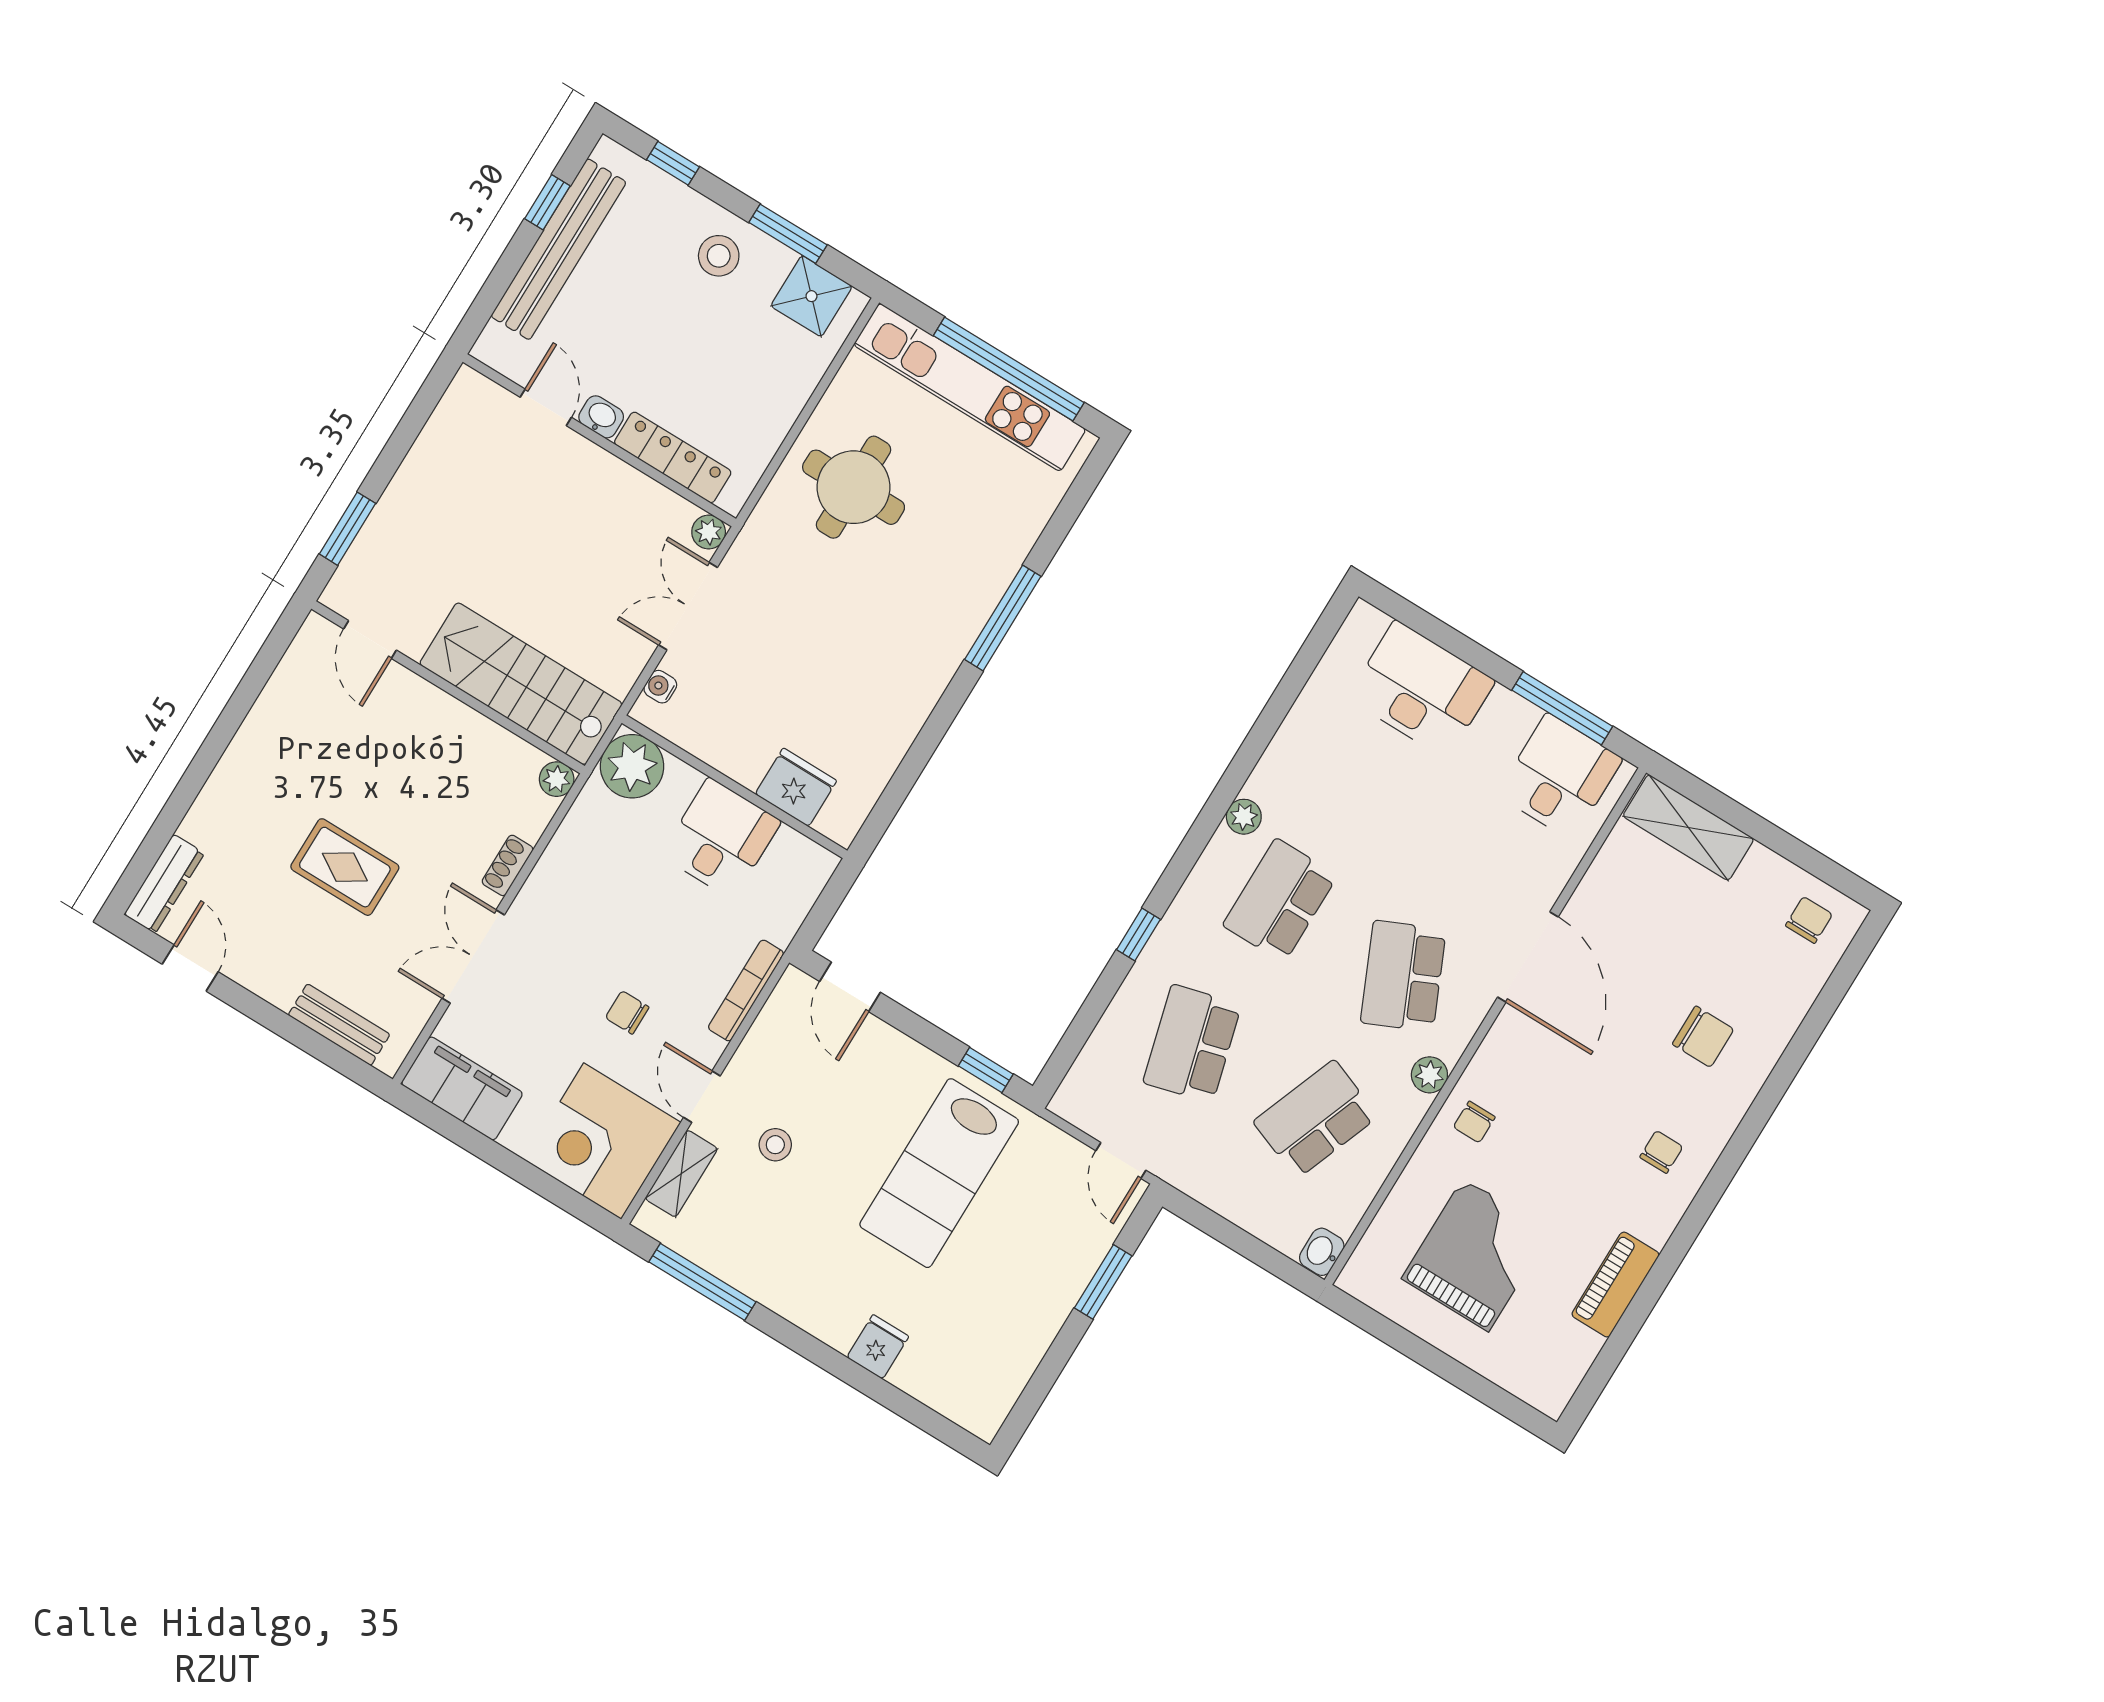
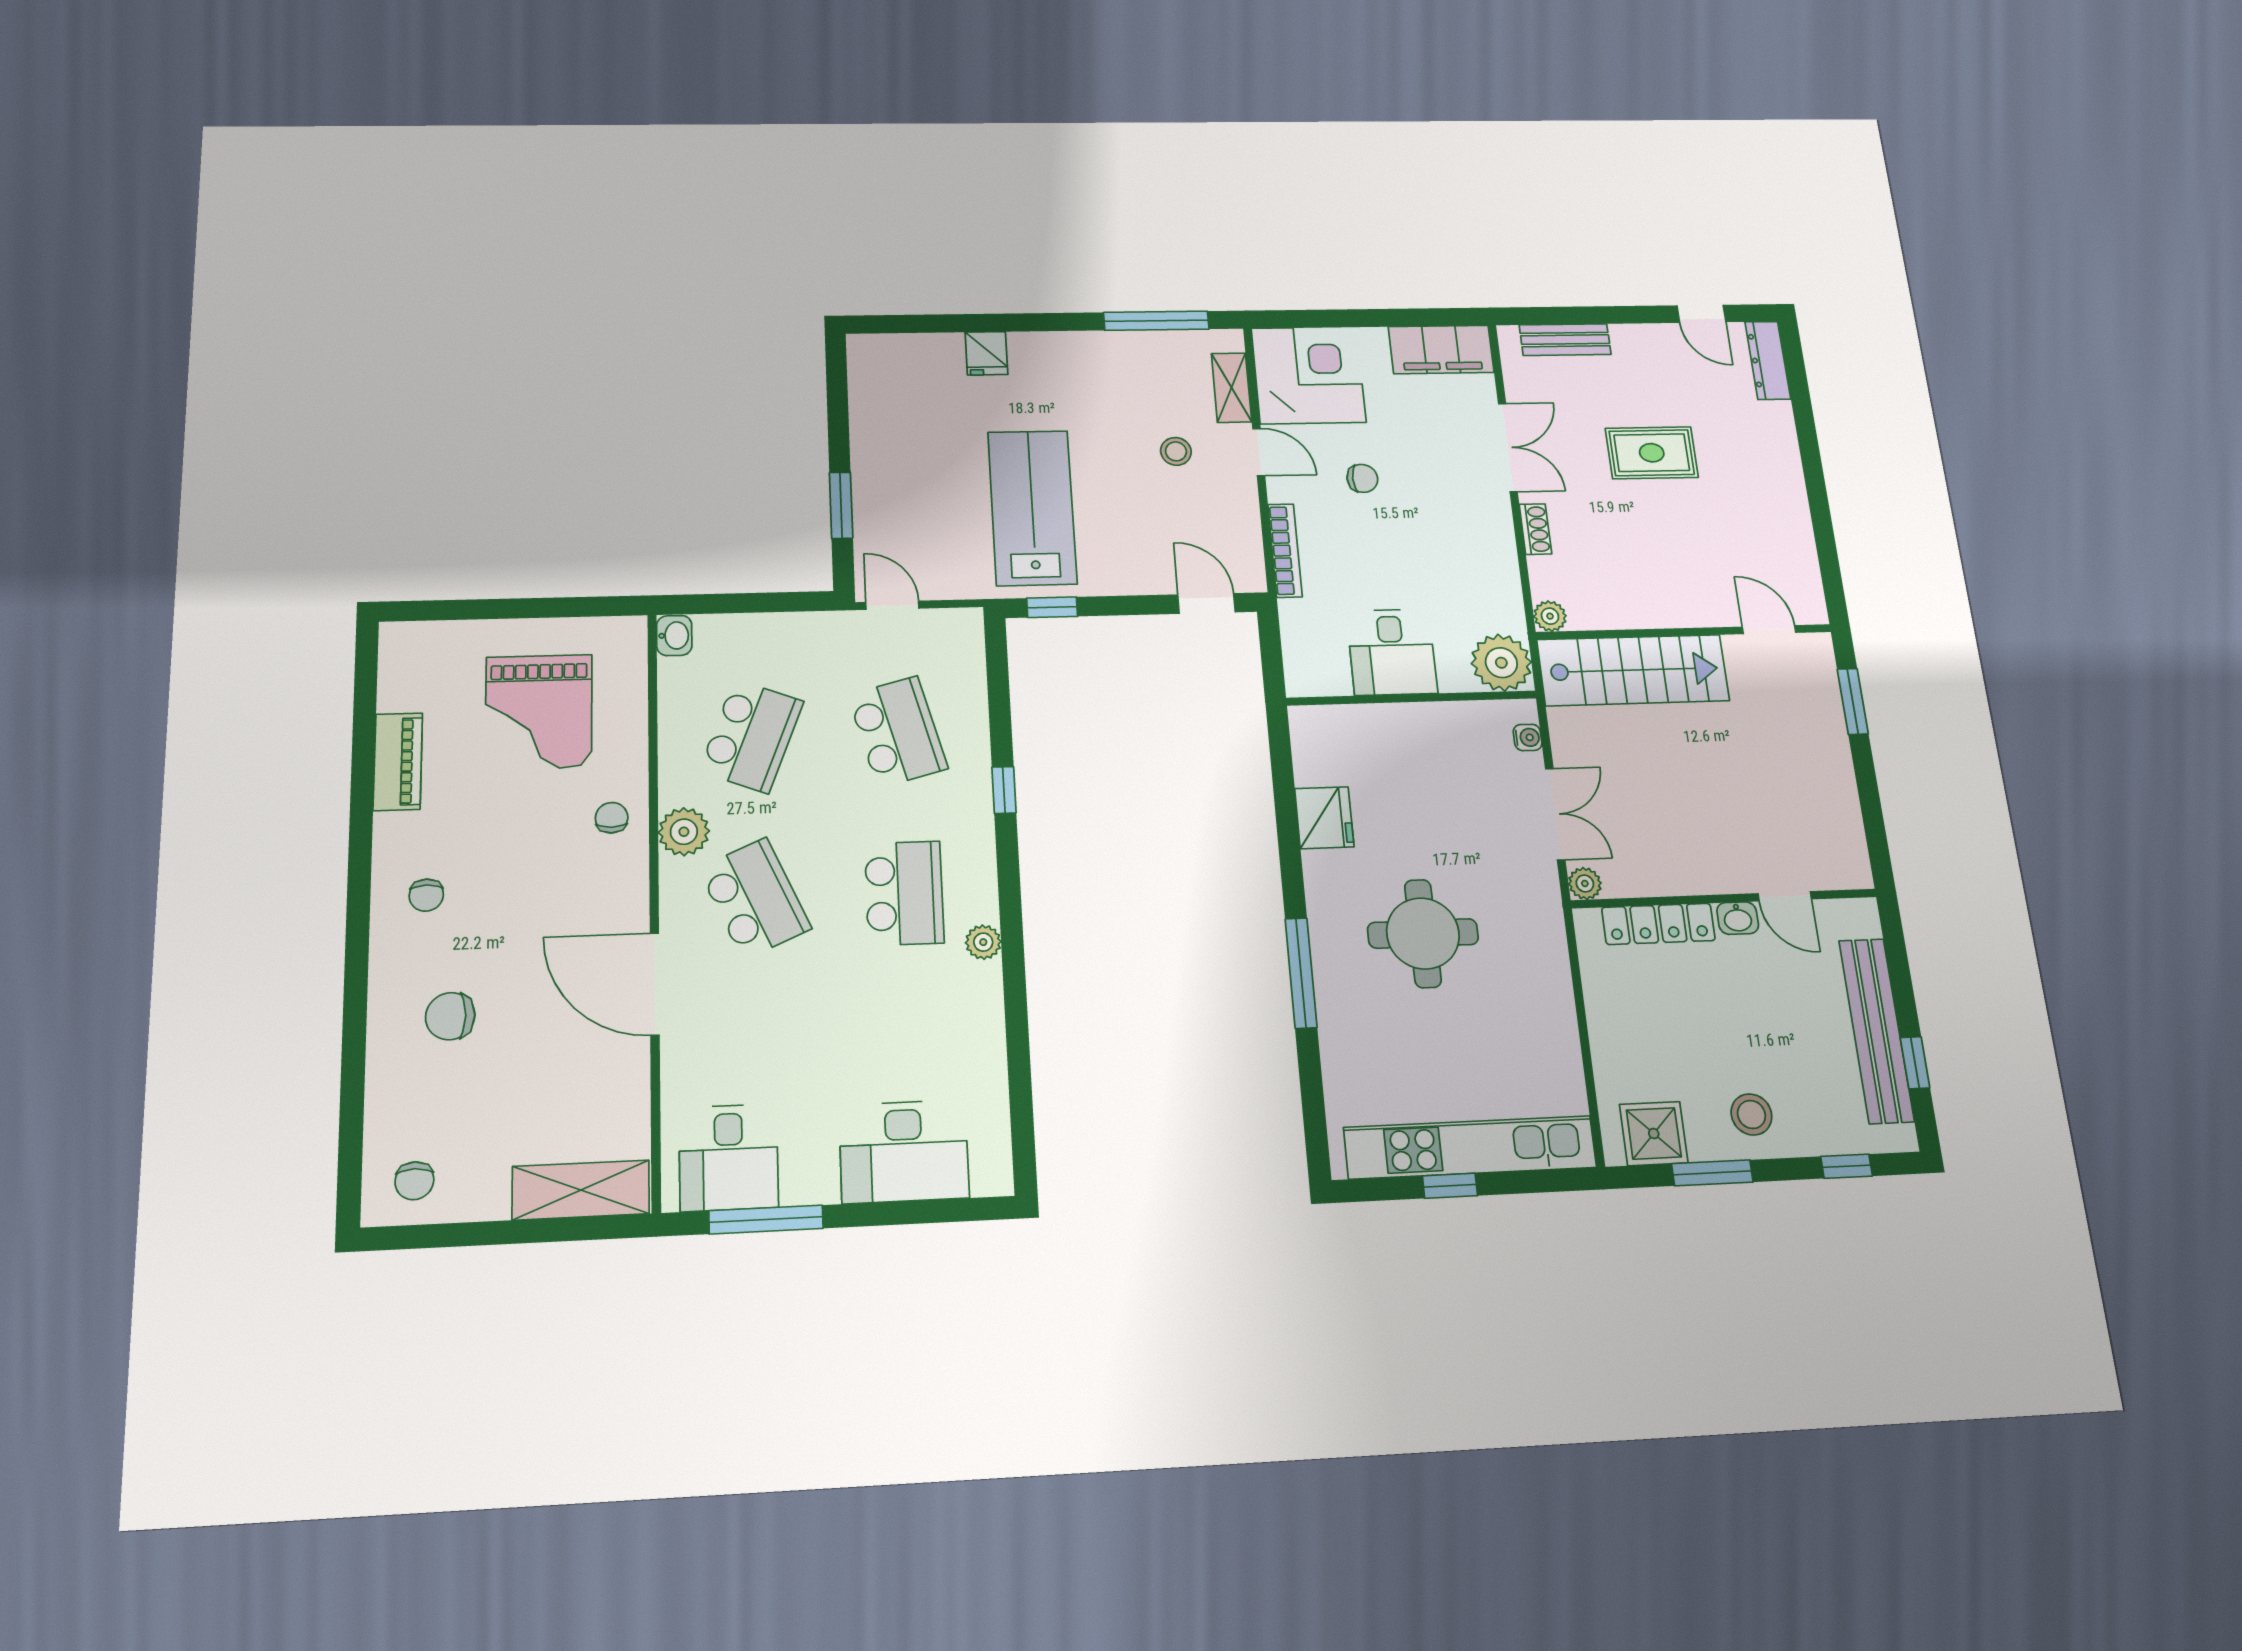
window: (1009, 369) -> (1450, 1186), width x0.32
round table: (854, 487) -> (1423, 933), moved
fridge: (796, 787) -> (1324, 818), moved, turned -90
plant: (1429, 1075) -> (684, 832), width x1.38, depth x1.38

